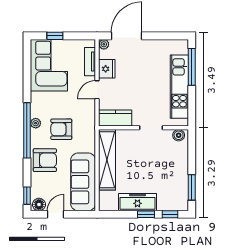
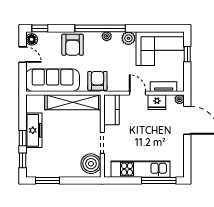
plant: (38, 100) -> (128, 38), added
armchair: (61, 129) -> (97, 81), moved
boiler: (179, 135) -> (91, 164), width x1.86, depth x1.86

